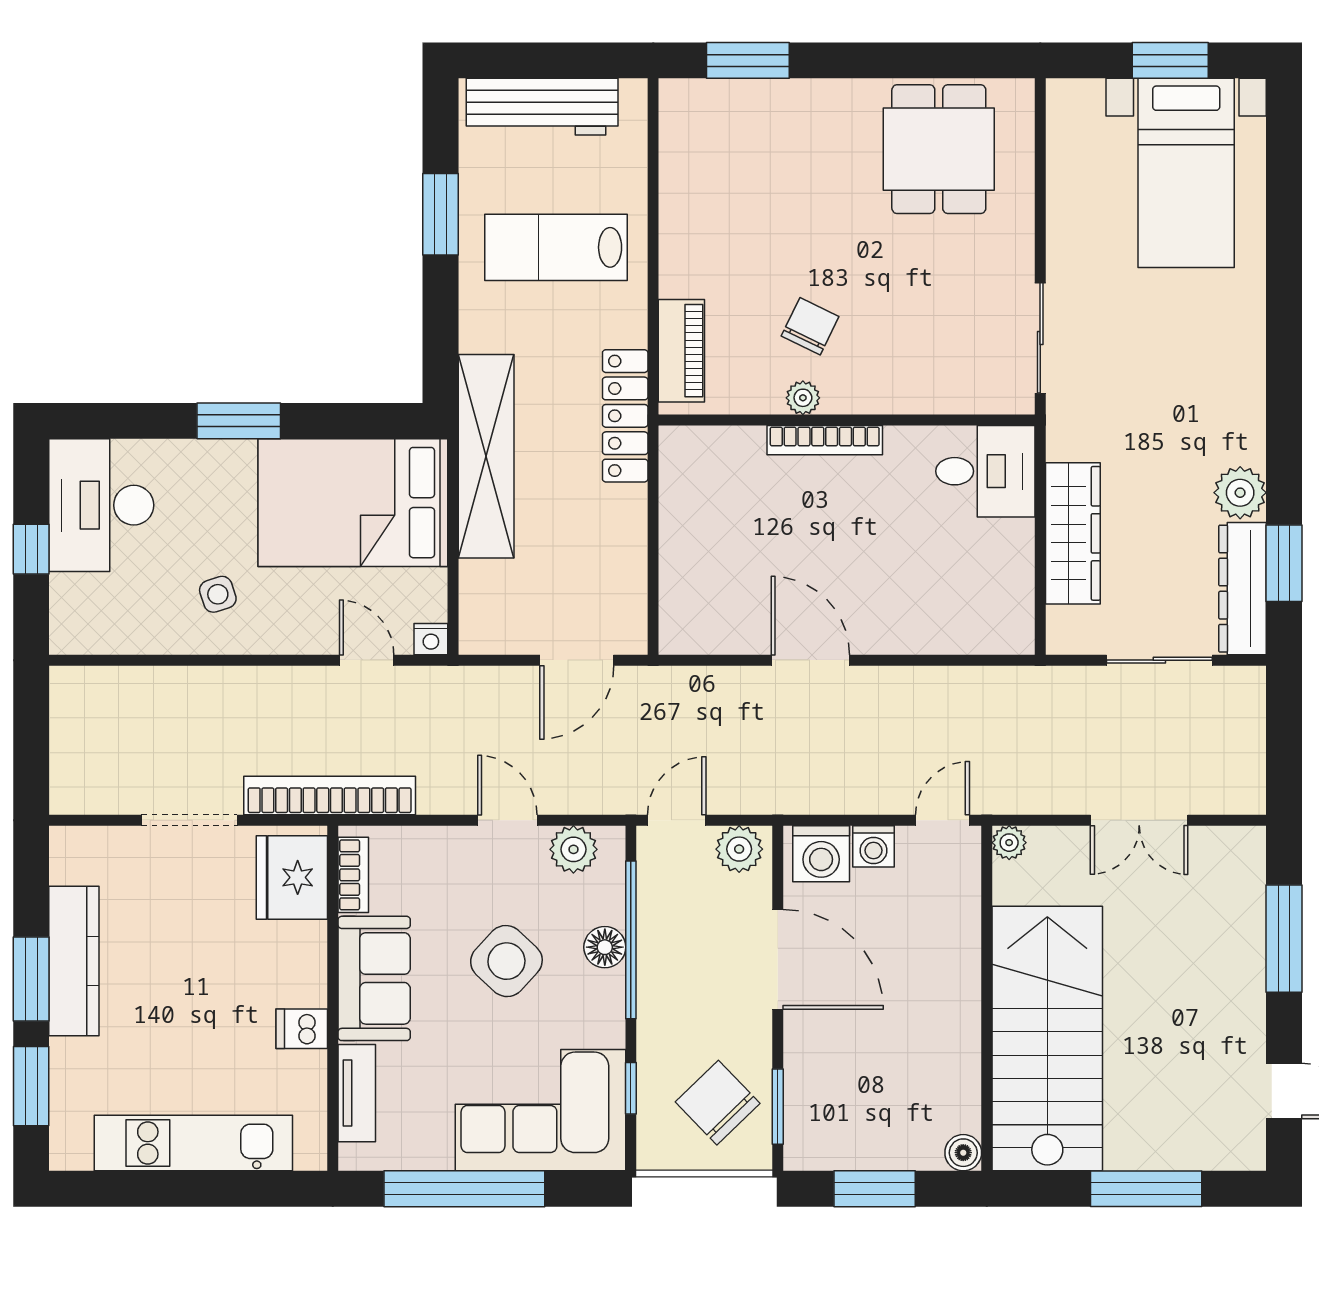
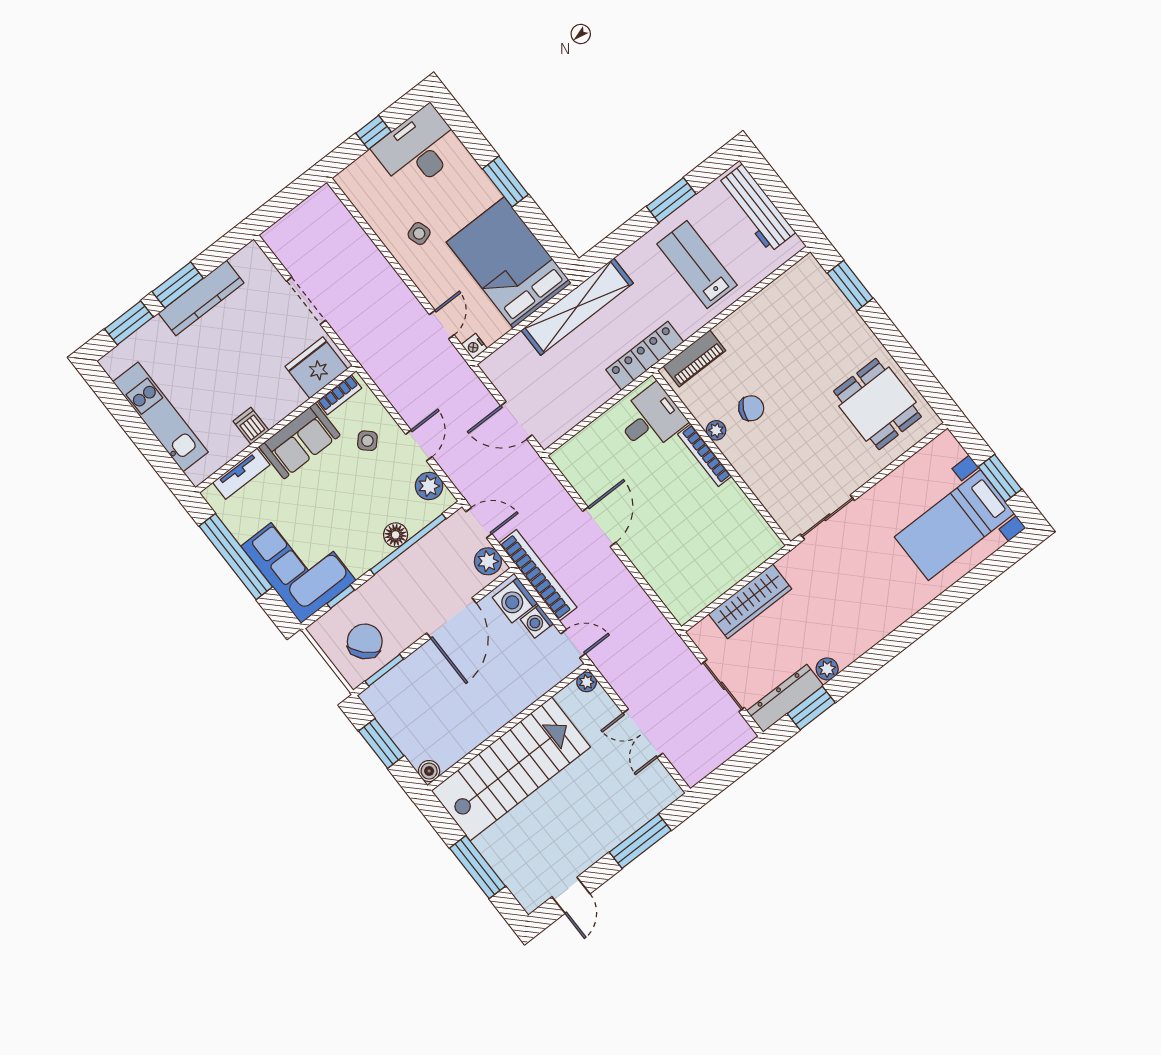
dining table: (939, 149) -> (877, 404), turned 90
desk: (985, 471) -> (651, 419), moved, turned -90
plant: (1240, 493) -> (827, 669), width x0.73, depth x0.73
bookcase: (330, 796) -> (538, 575), moved
side table: (506, 961) -> (367, 441), moved, width x0.54, depth x0.54

